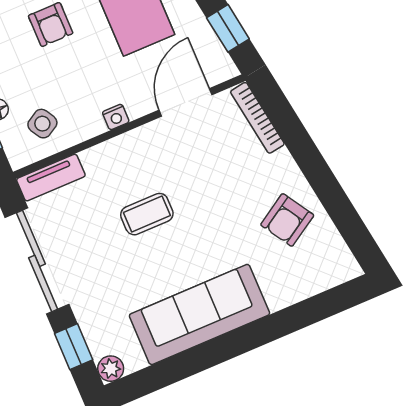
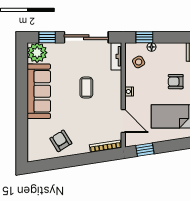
plant: (111, 369) -> (37, 53), width x1.88, depth x1.88

